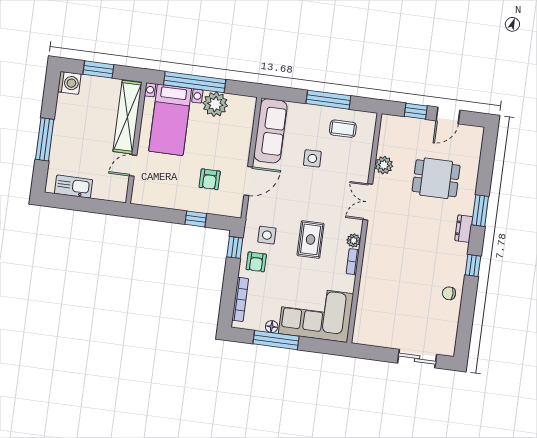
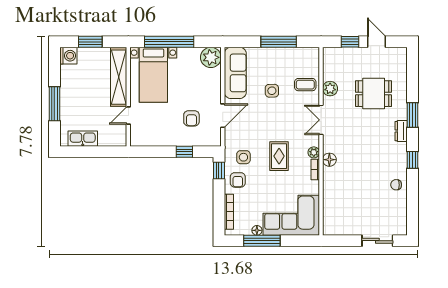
plant: (215, 104) -> (211, 57), moved
door: (448, 115) -> (377, 42), swing flipped
coffee table: (343, 129) -> (305, 85), moved
floor lamp: (372, 252) -> (329, 160), added

